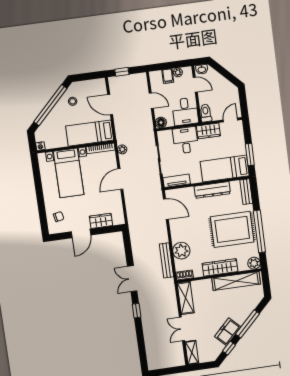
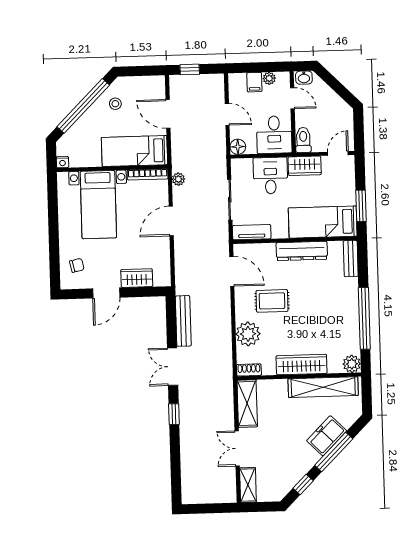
rug: (232, 229) -> (272, 301), moved, width x0.54, depth x0.49
bench: (166, 260) -> (183, 321), moved
freezer: (228, 332) -> (327, 436), moved

